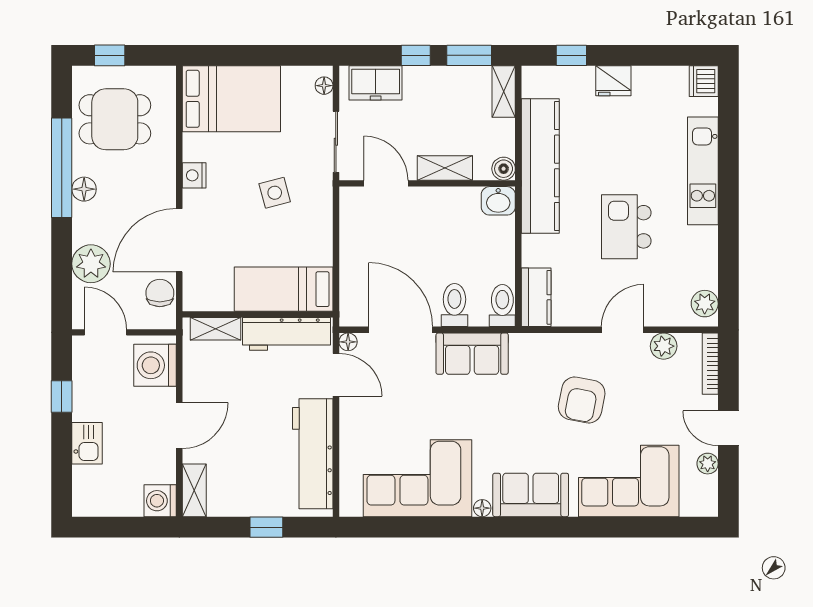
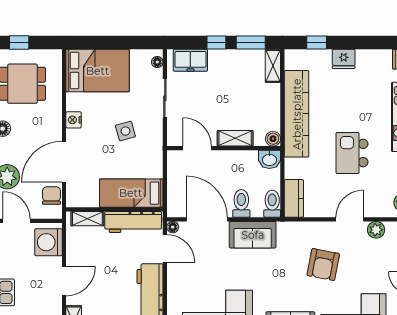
shelving: (445, 168) -> (235, 138), moved
boiler: (504, 169) -> (273, 139), moved
door: (386, 183) -> (197, 148), moved
wall: (427, 183) -> (224, 148), moved
washbasin: (498, 201) -> (269, 159), moved

